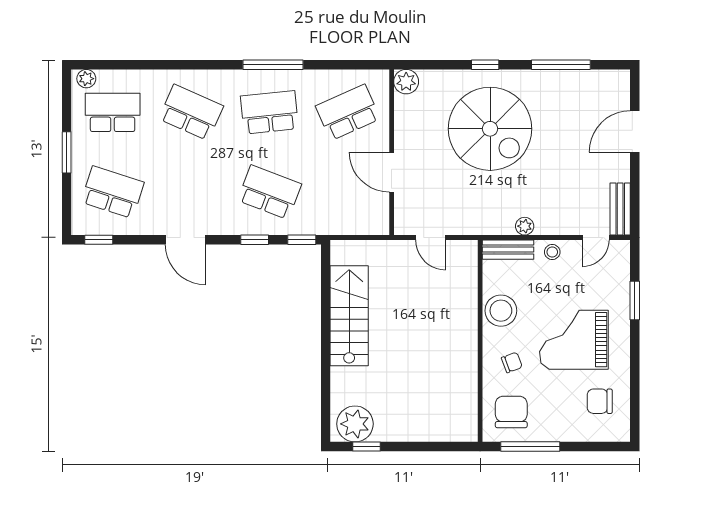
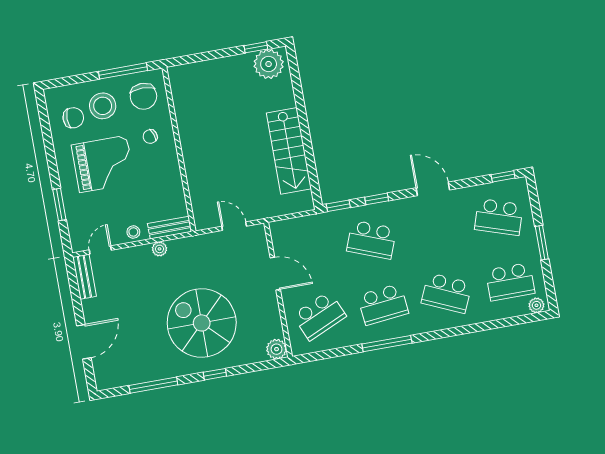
stool: (501, 311) -> (103, 106), moved

